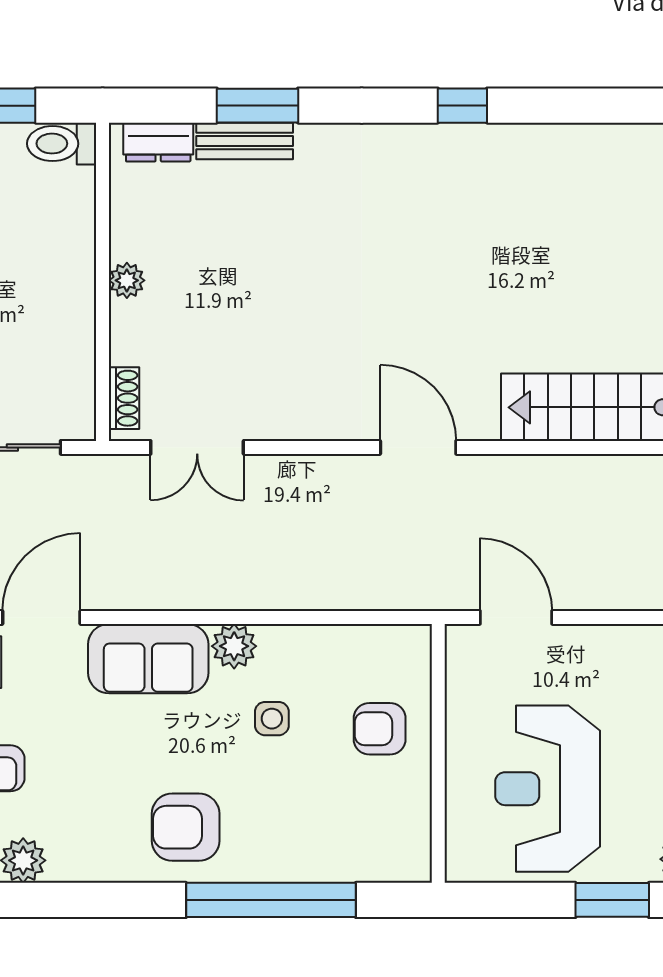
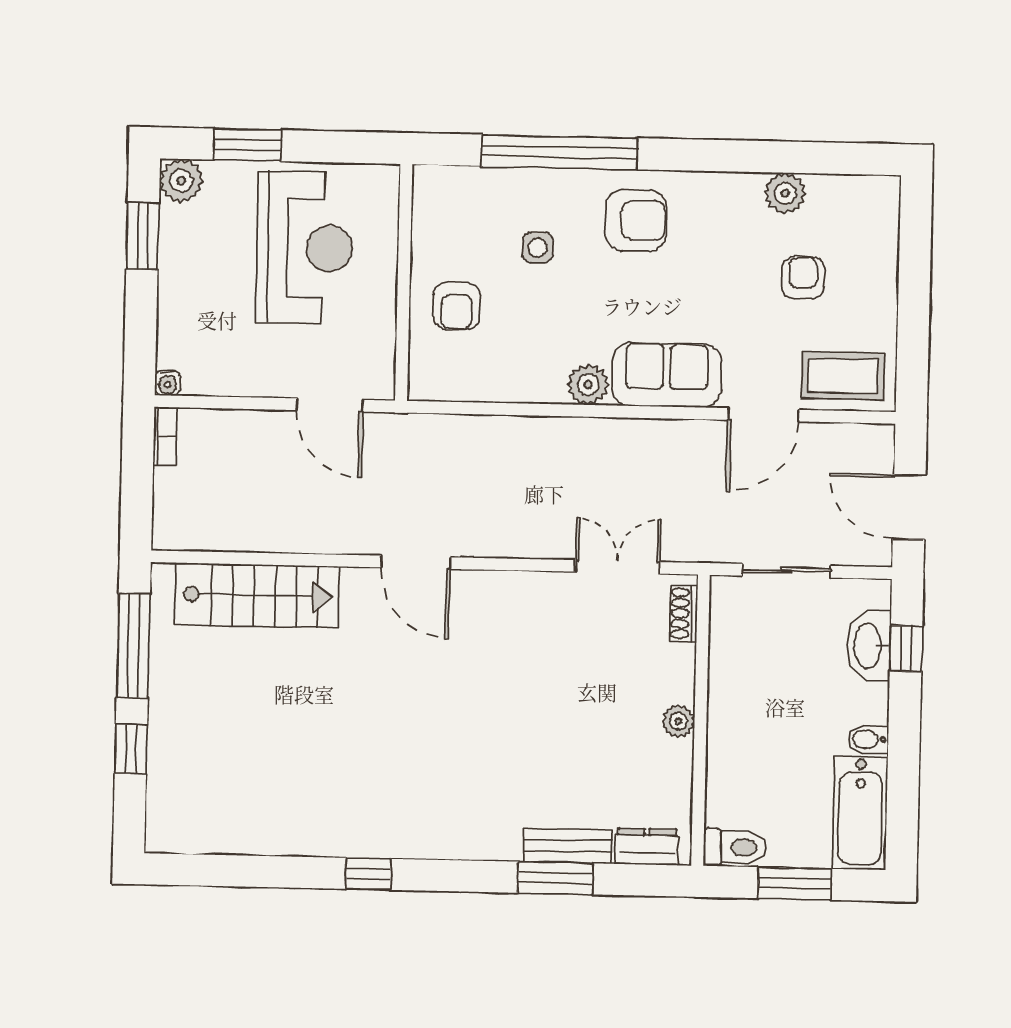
side table: (272, 719) -> (538, 248), moved
armchair: (380, 729) -> (457, 306), turned 90

